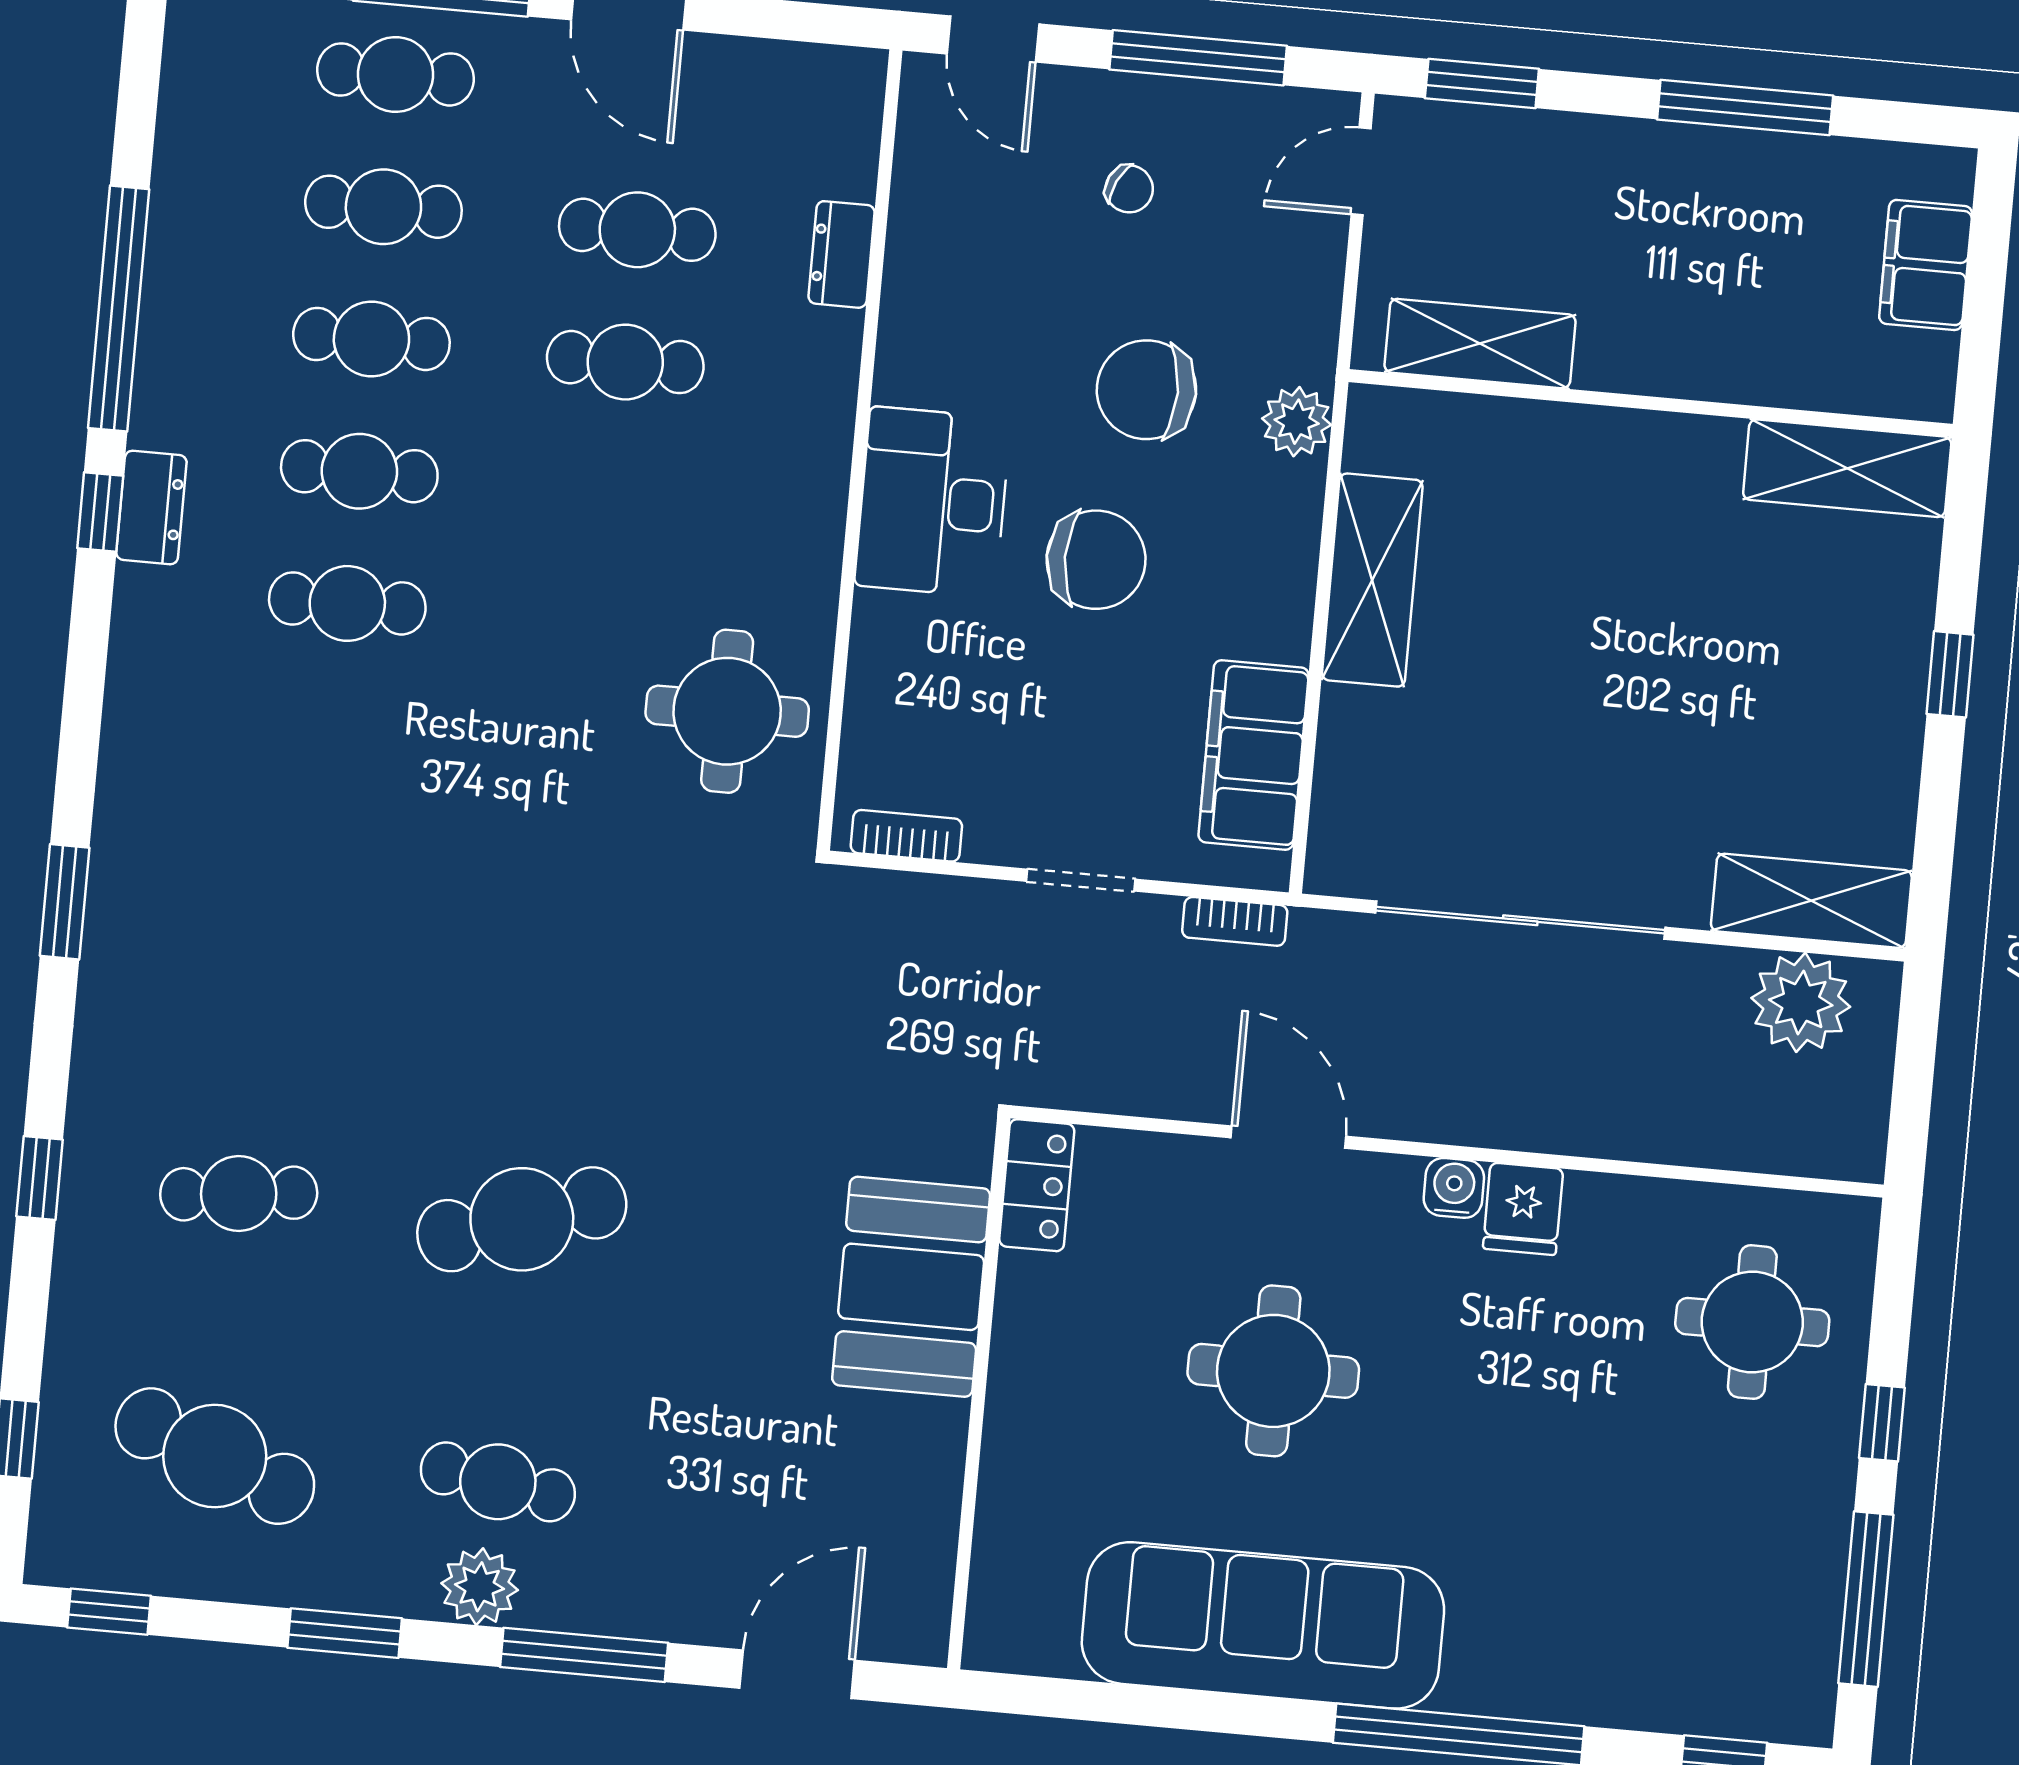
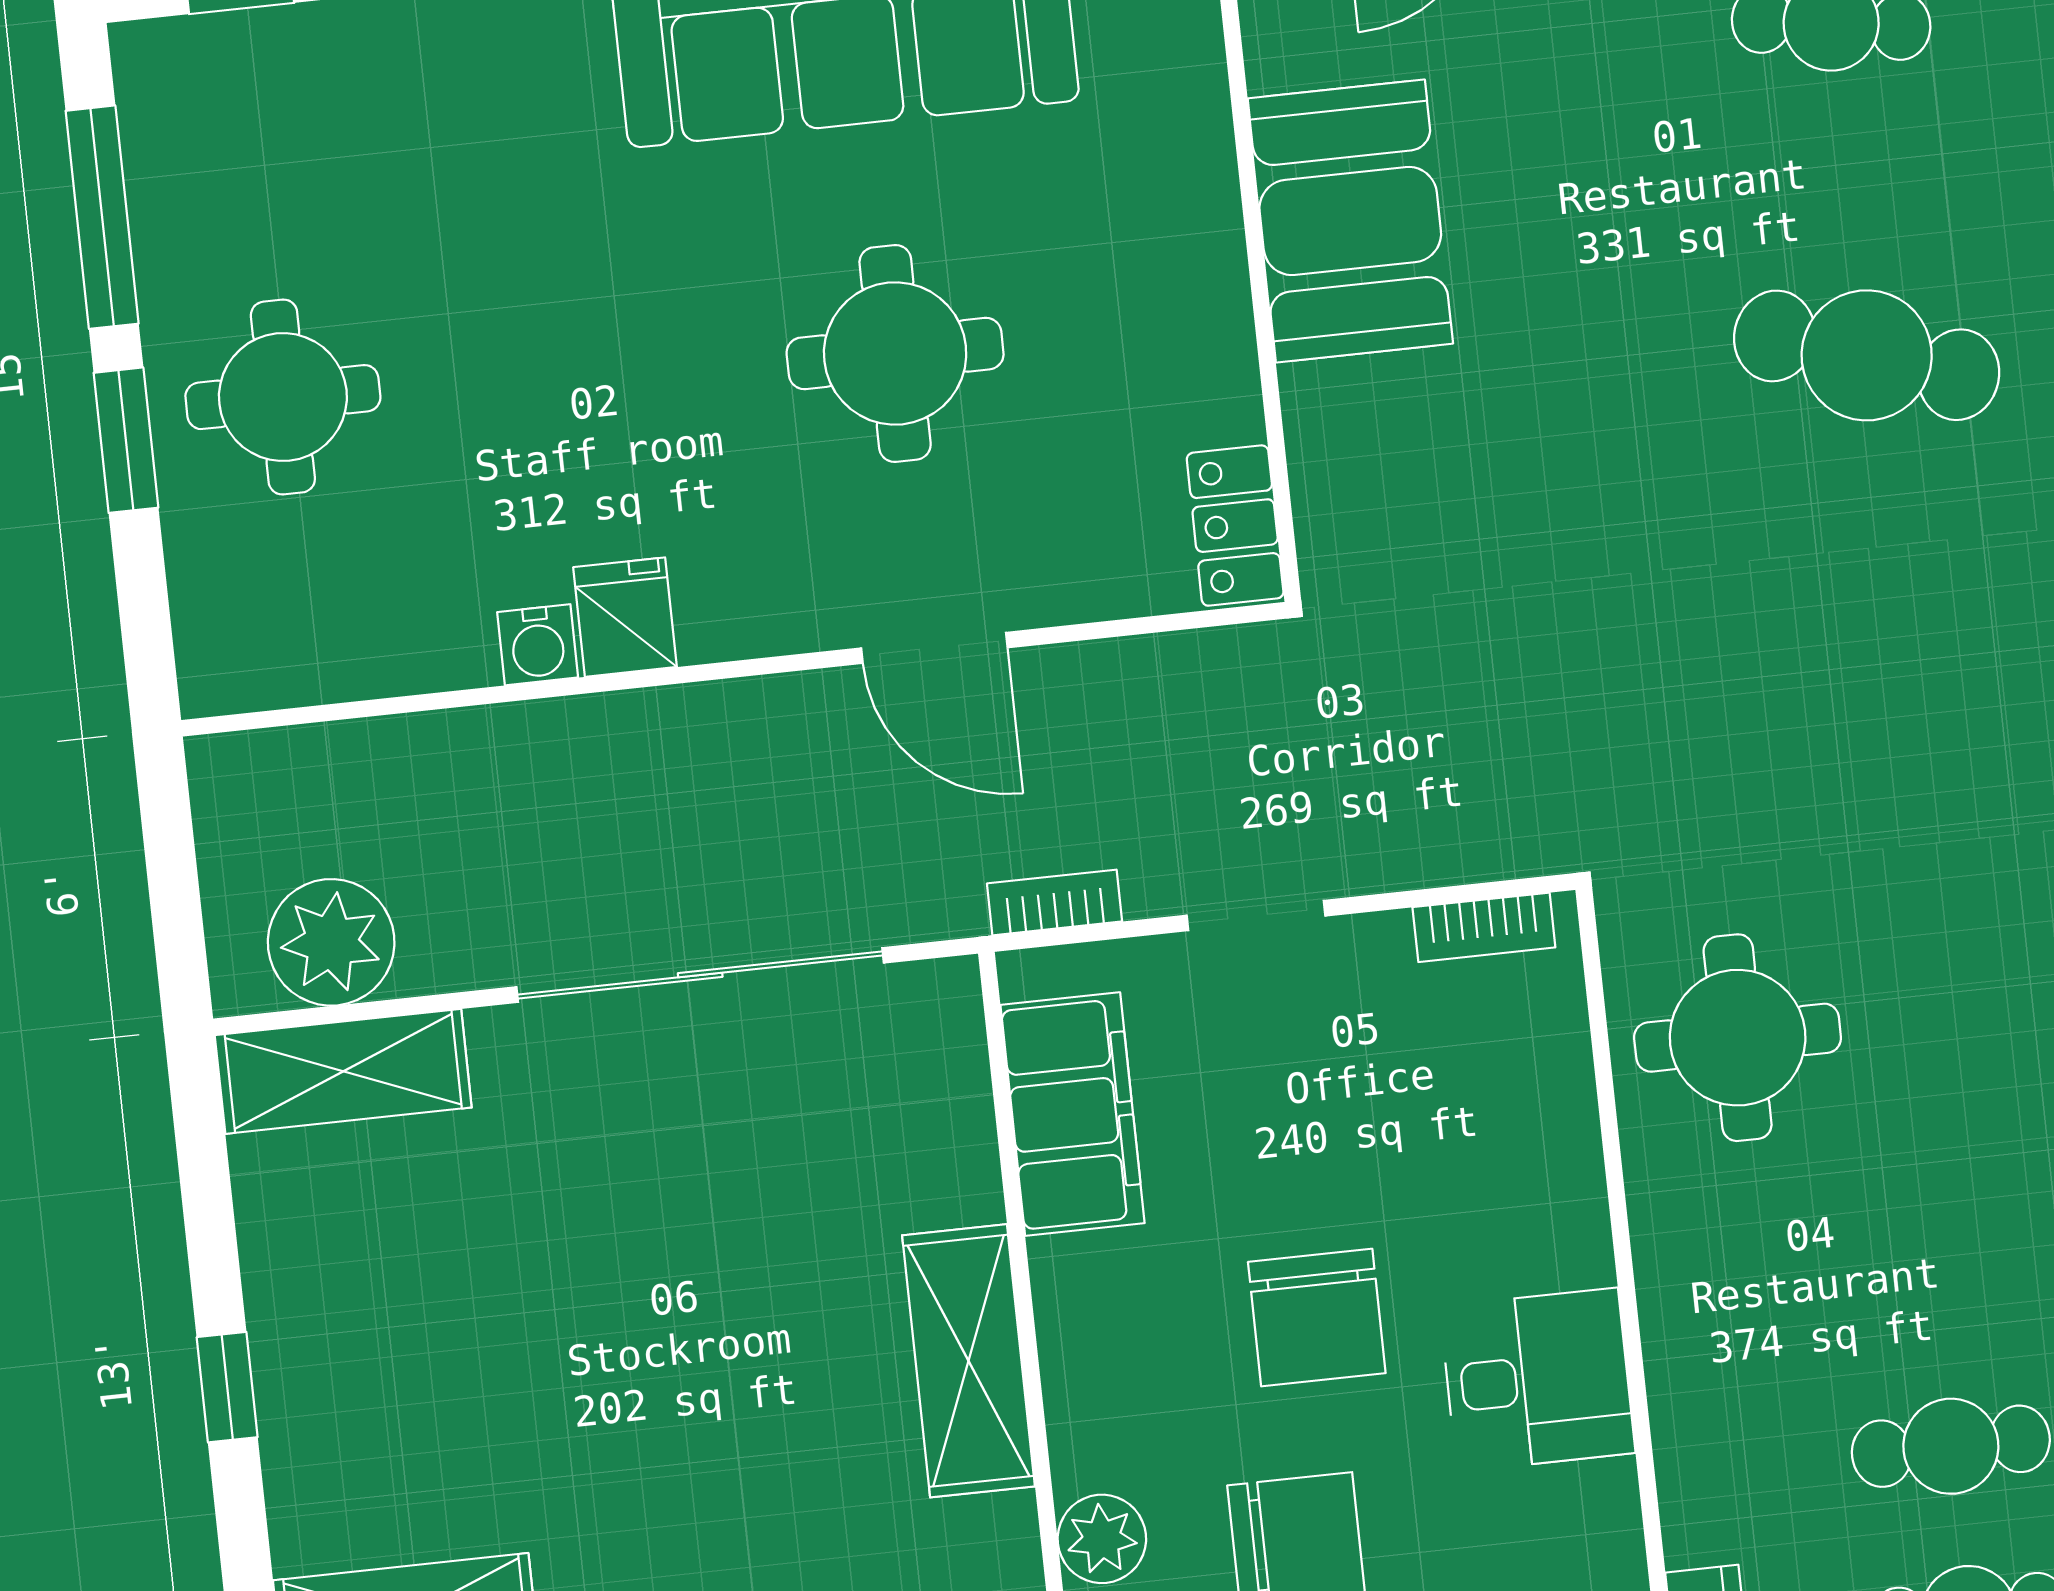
desk: (933, 502) -> (1537, 1380), width x0.73
chair: (1096, 560) -> (1317, 1318), turned -90
water cooler: (1454, 1188) -> (538, 645), moved
cafe table: (522, 1219) -> (1867, 355), turned 36
booth: (911, 1287) -> (1350, 221), moved
round table: (1752, 1322) -> (283, 397), moved
window: (1882, 1423) -> (126, 440), width x1.50

